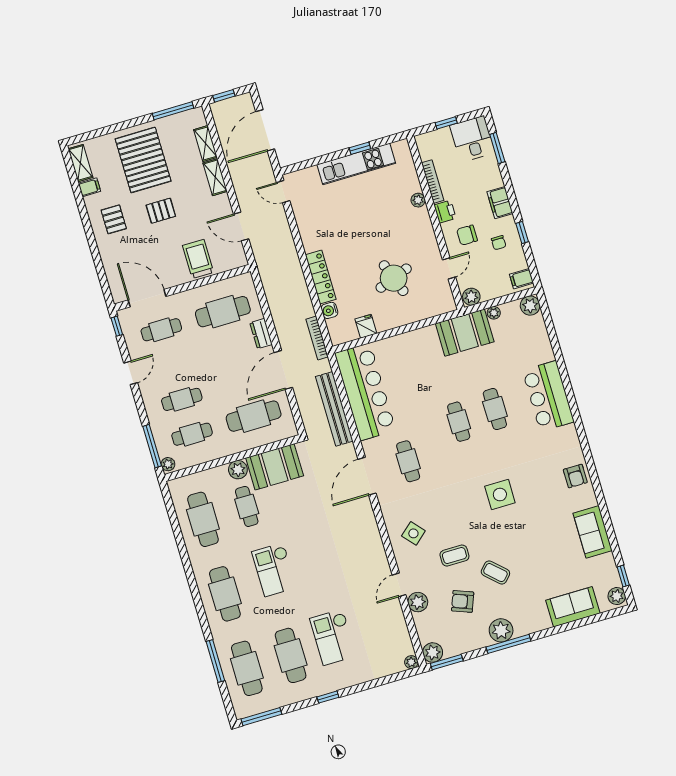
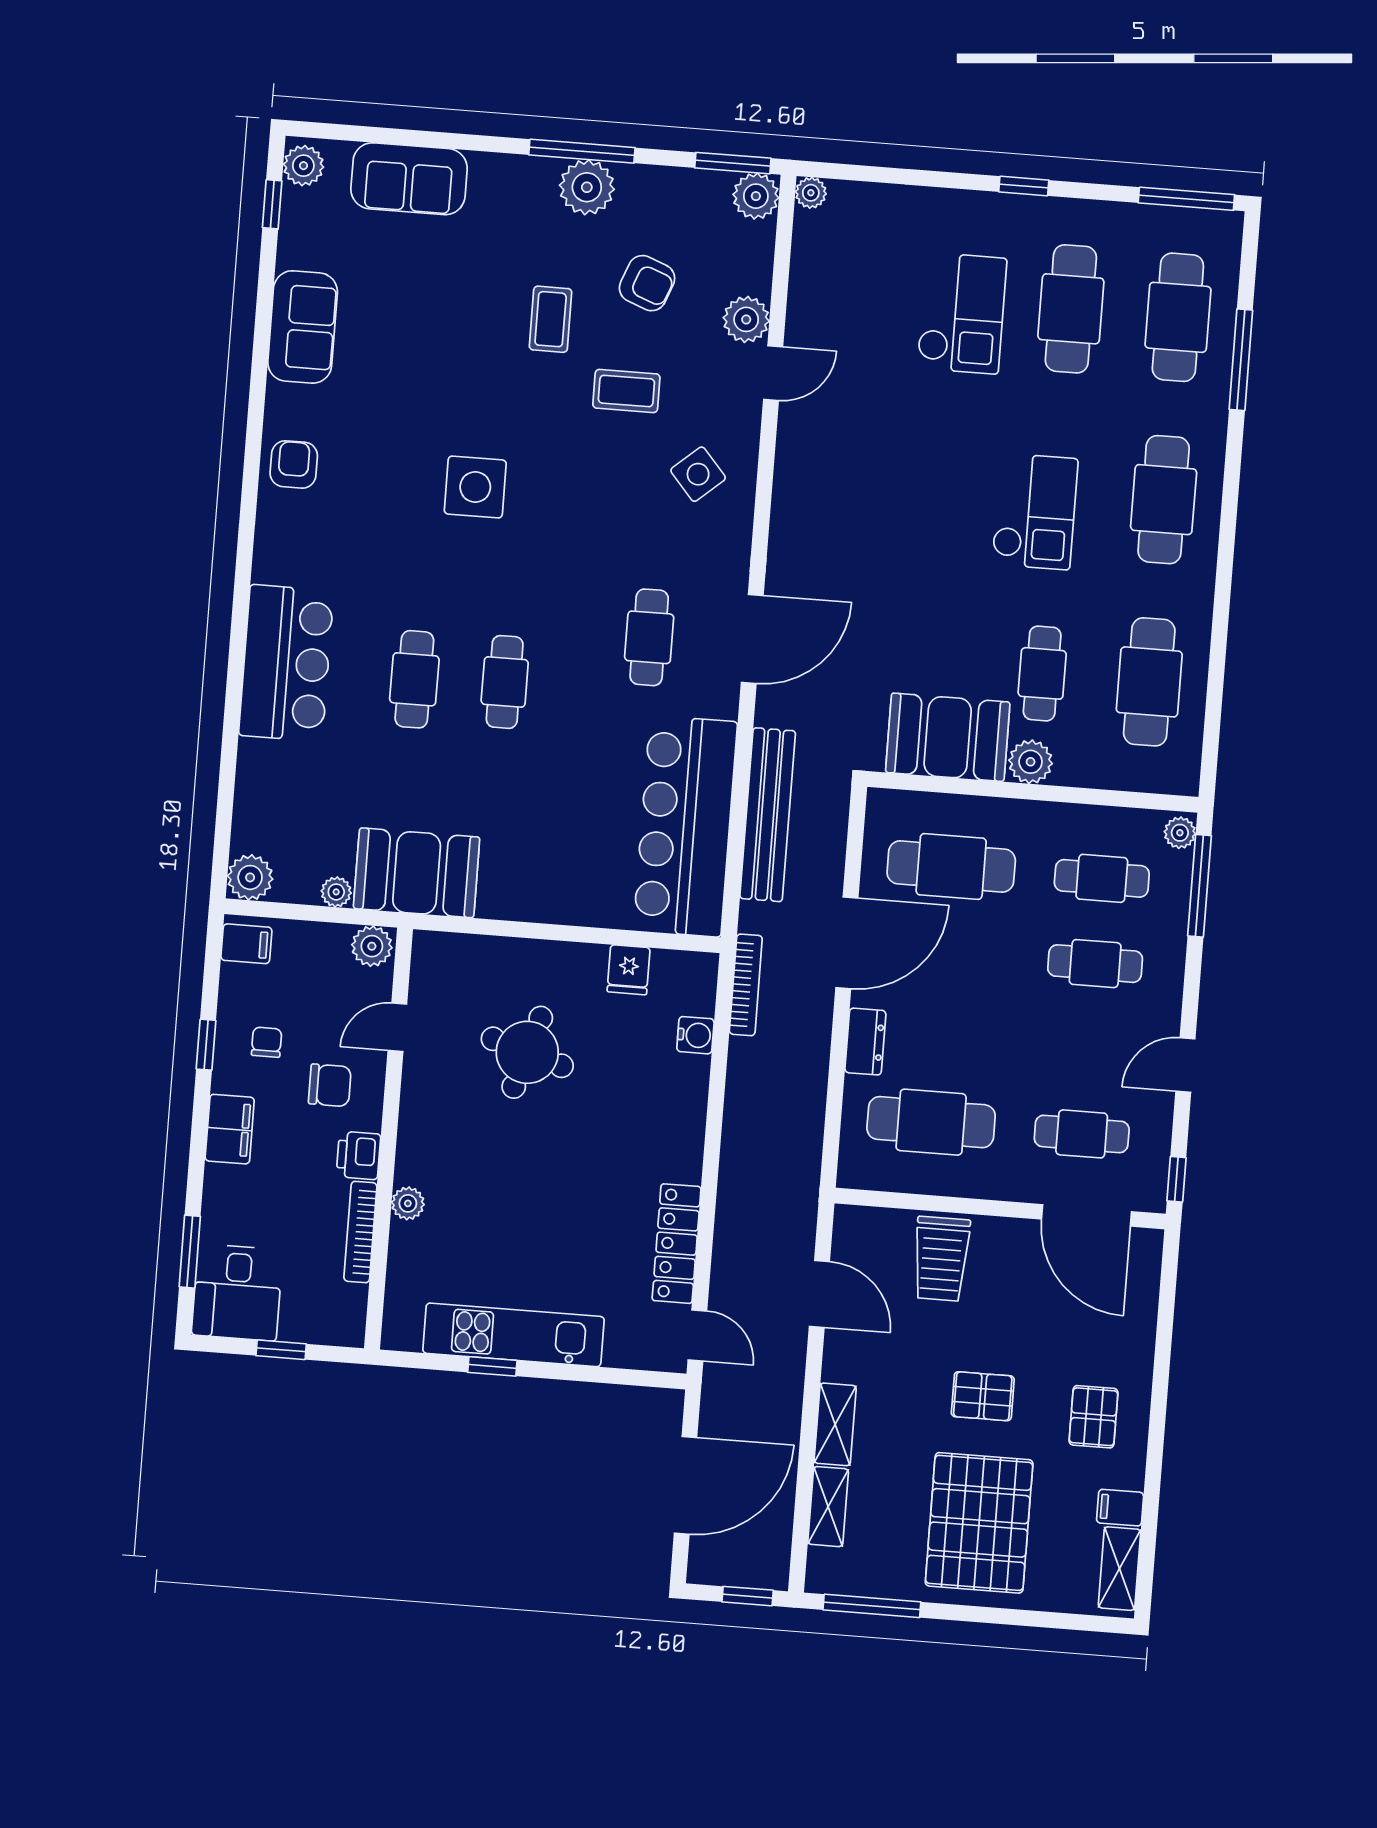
locker: (321, 277) -> (677, 1244), moved
round table: (394, 278) -> (527, 1052), turned 37
coffee table: (495, 573) -> (551, 319), turned 47

